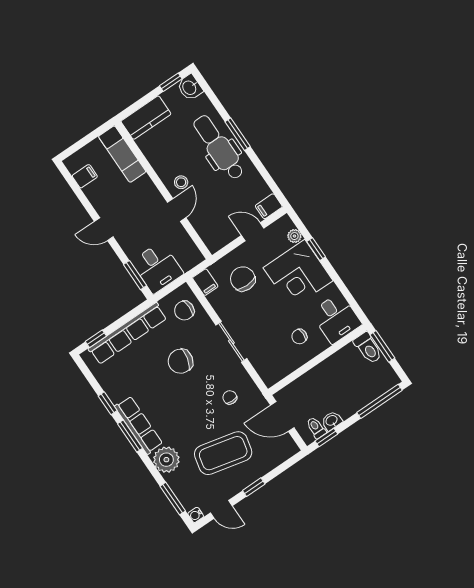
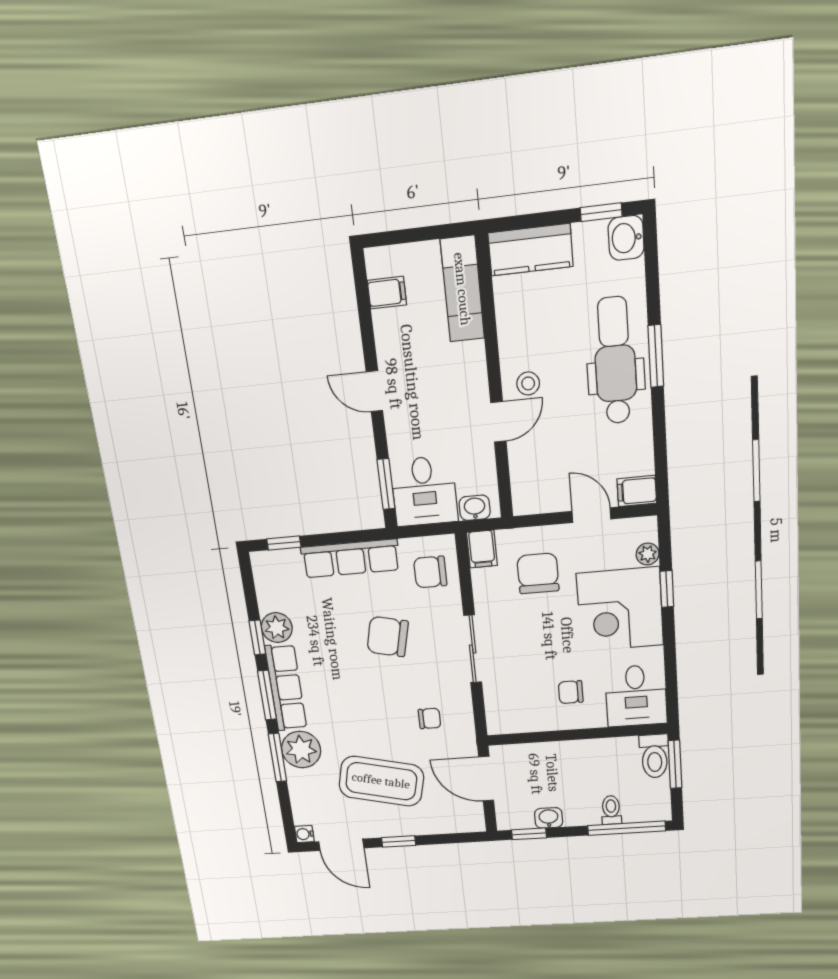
washbasin: (189, 262) -> (475, 508), added
row of seats: (128, 333) -> (350, 558), width x0.73
plant: (116, 391) -> (277, 628), added
chair: (230, 397) -> (430, 718), turned 90
toilet: (316, 428) -> (611, 810), moved
window: (173, 499) -> (277, 758), moved
door: (221, 509) -> (341, 845), width x1.38

